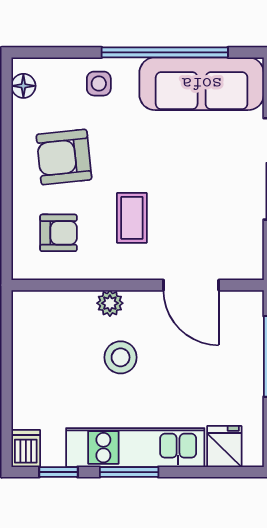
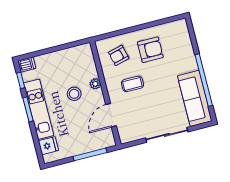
side table: (99, 84) -> (184, 56), removed
floor lamp: (23, 86) -> (175, 26), removed
armchair: (64, 157) -> (150, 50), turned 96
armchair: (58, 233) -> (119, 55), turned 76

